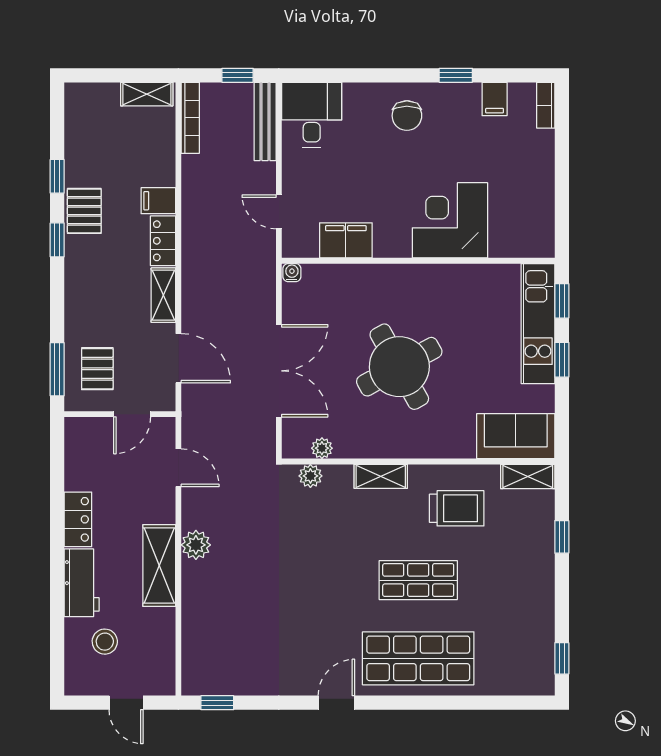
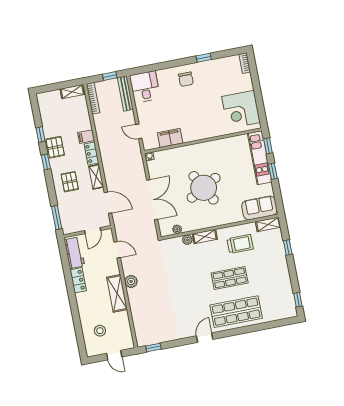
filing cabinet: (495, 99) -> (222, 65), removed
corner desk: (450, 220) -> (241, 109), moved, turned -90
pallet: (97, 369) -> (70, 182), moved
plant: (310, 476) -> (187, 240), moved
workbench: (82, 583) -> (74, 253), moved

